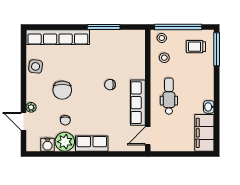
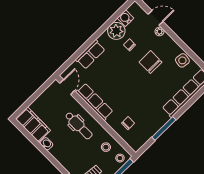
chair: (110, 85) -> (128, 123), moved
row of seats: (92, 144) -> (90, 54), moved

